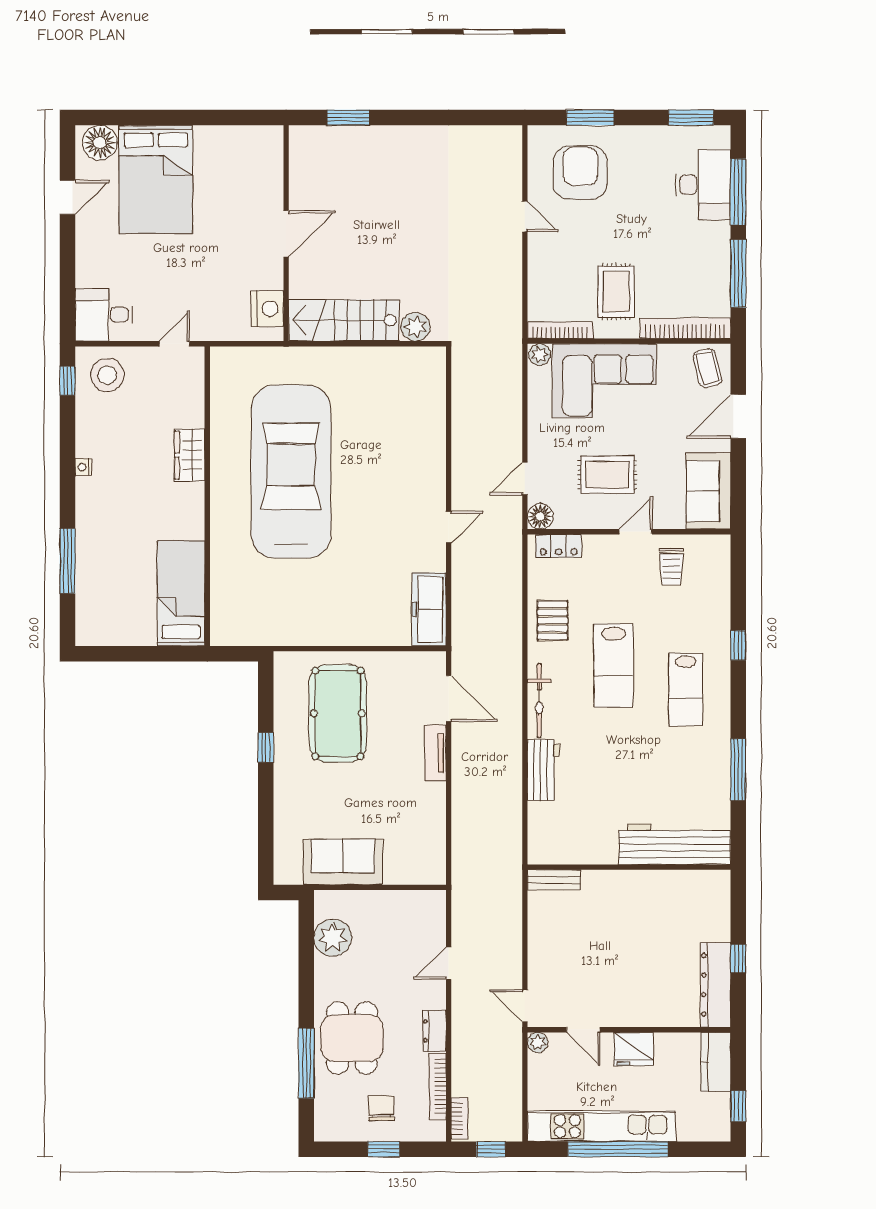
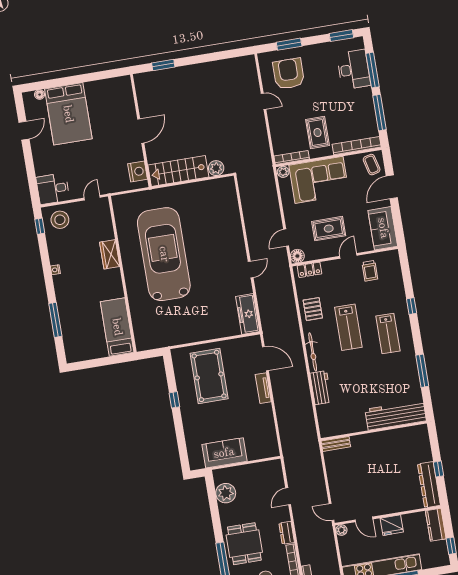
floor lamp: (100, 143) -> (40, 95), width x0.53, depth x0.53

